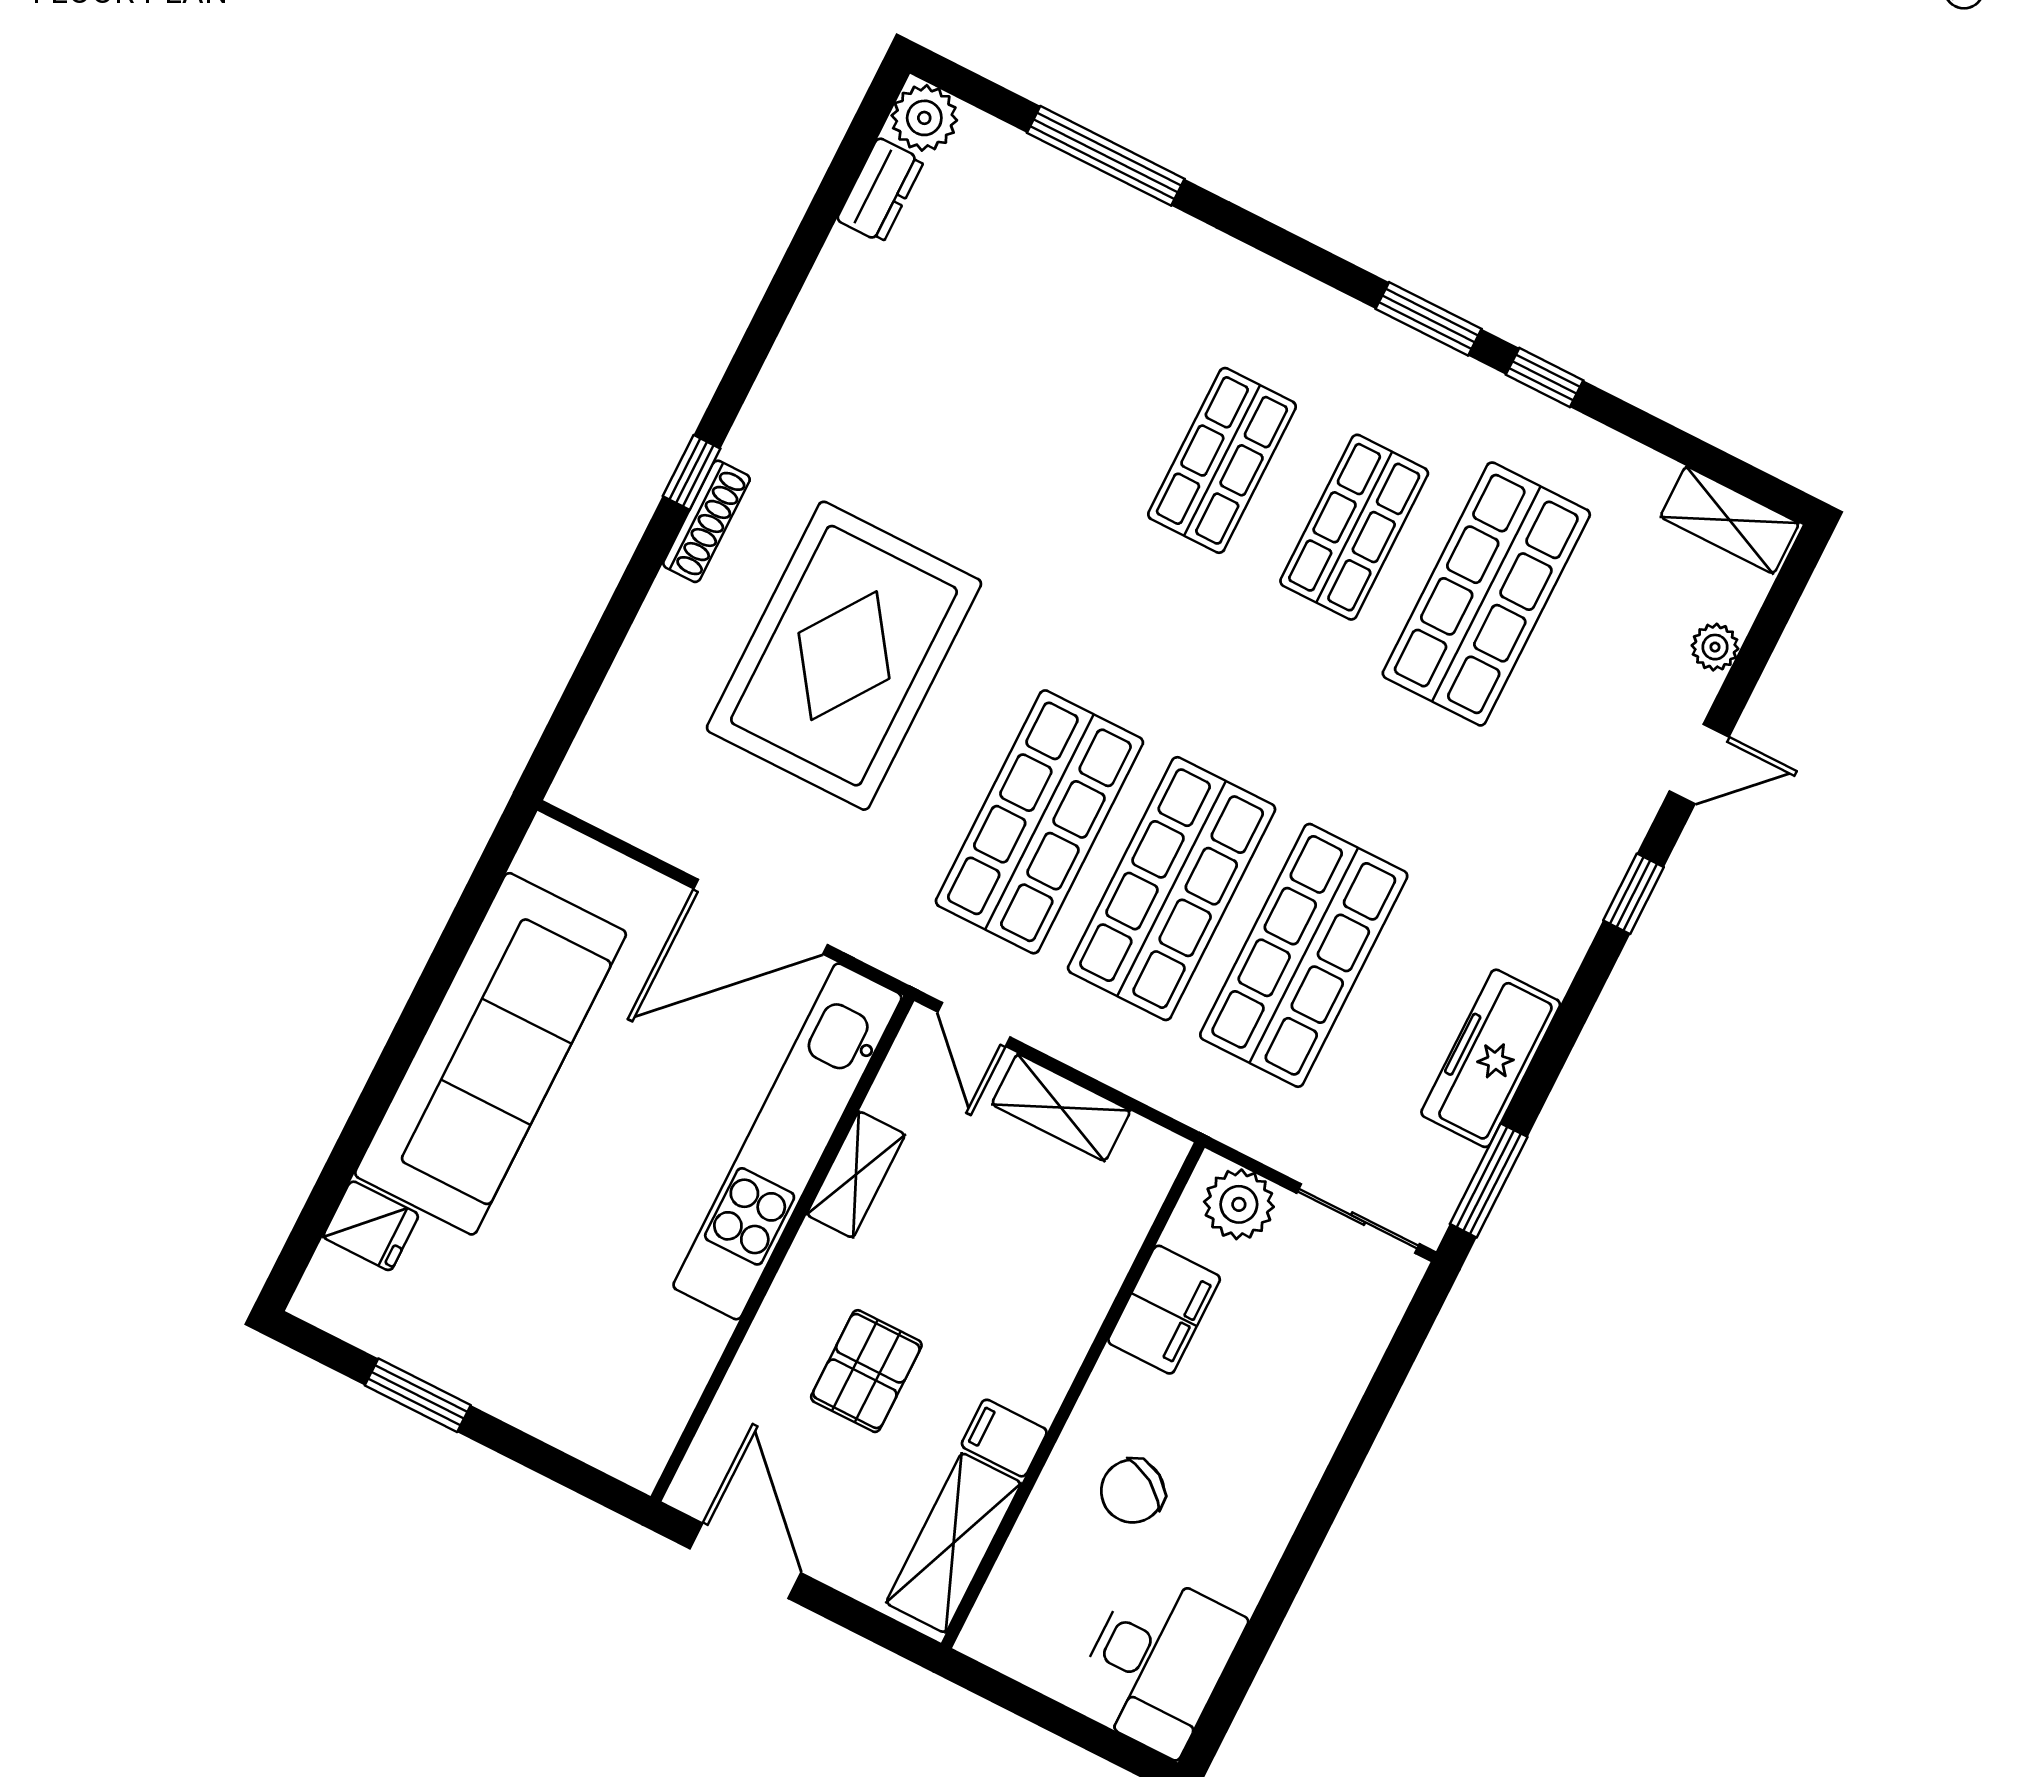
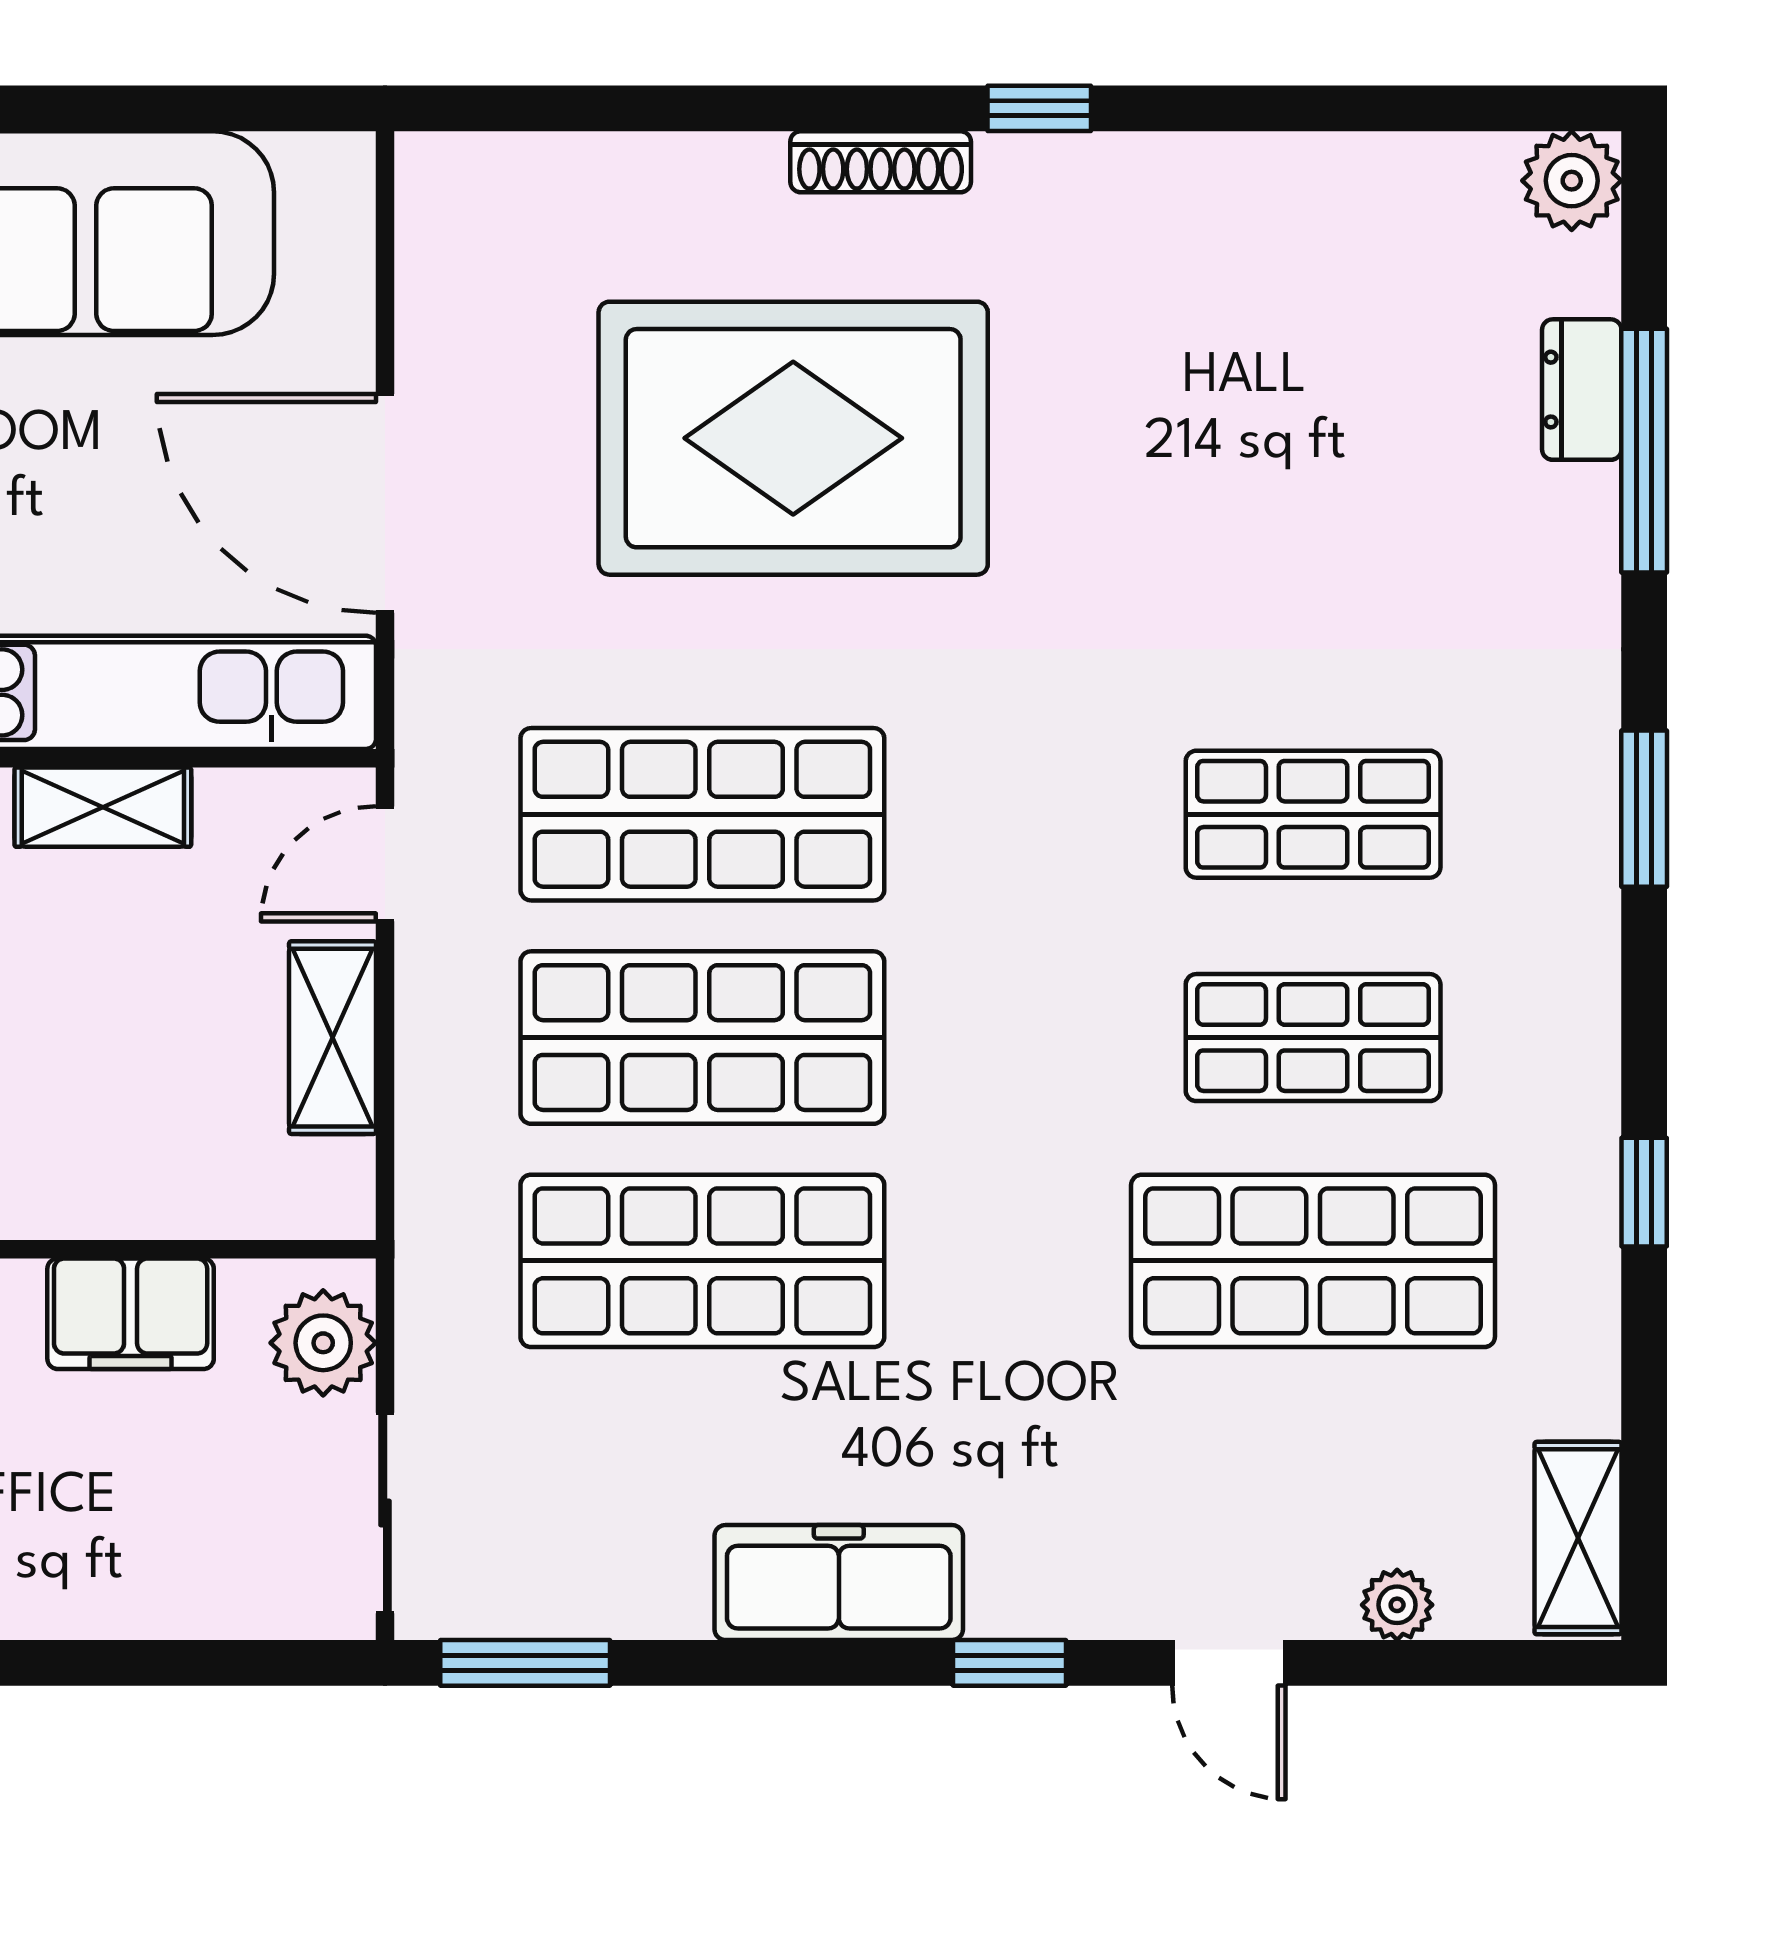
dresser: (880, 190) -> (1582, 390), moved, turned 90
window: (1429, 319) -> (1644, 809), moved
window: (692, 472) -> (1039, 108), moved
freezer: (1491, 1058) -> (839, 1583), moved

